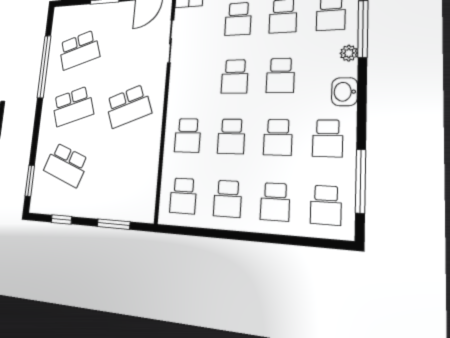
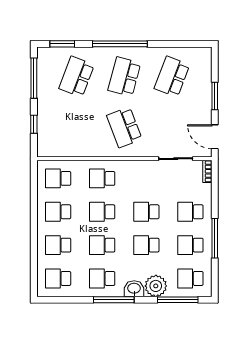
school desk: (79, 50) -> (172, 77), turned 39
plant: (349, 53) -> (156, 286), width x1.88, depth x1.88
window: (44, 67) -> (120, 44), moved
school desk: (73, 106) -> (124, 77), turned 33
window: (361, 181) -> (114, 300), moved
window: (61, 219) -> (34, 78), width x2.17
window: (114, 224) -> (34, 124), width x0.67

